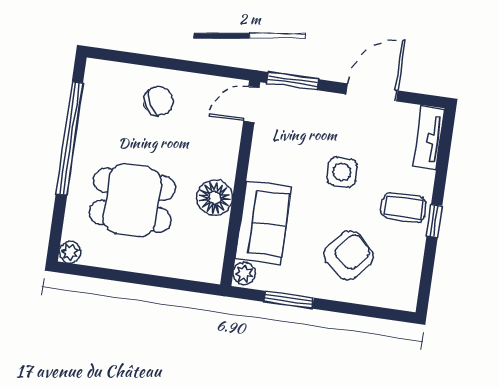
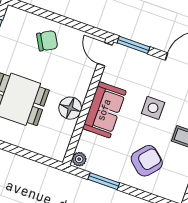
door: (251, 104) -> (105, 54), hinge flipped
sofa: (263, 223) -> (104, 110), moved

